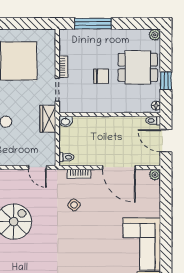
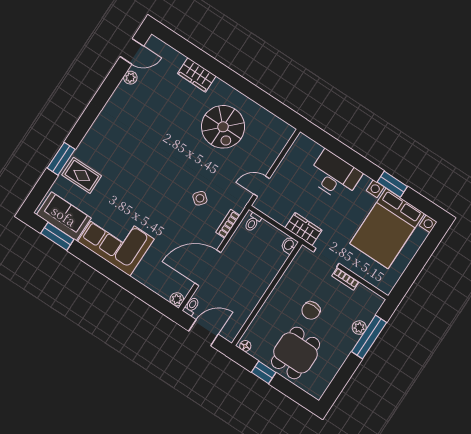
plant: (155, 35) -> (359, 328), moved
toilet: (153, 121) -> (191, 306), moved

